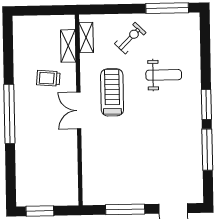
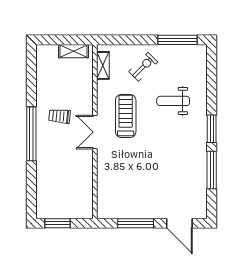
shelving: (68, 46) -> (73, 51), moved, turned 90
weight bench: (164, 75) -> (173, 101), turned 180
trolley: (48, 78) -> (60, 116), moved

